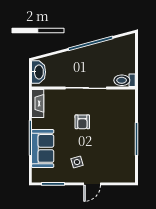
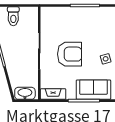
toilet: (125, 80) -> (13, 16), moved
armchair: (82, 122) -> (70, 54), width x1.88, depth x1.88

